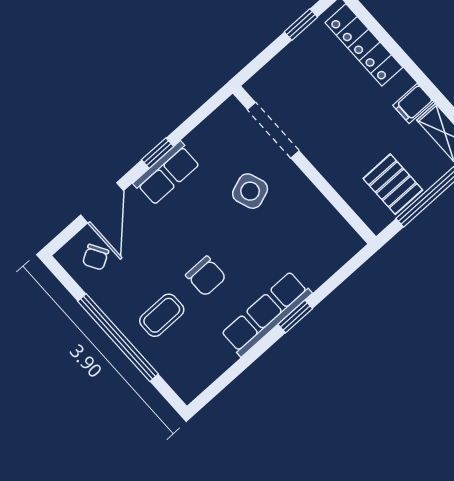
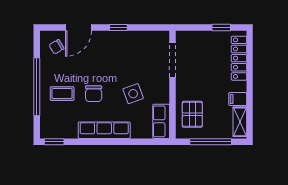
row of seats: (167, 173) -> (161, 121), moved, turned 90
pallet: (393, 184) -> (192, 114), moved
side table: (250, 191) -> (133, 94), moved
window: (295, 317) -> (54, 142), moved

